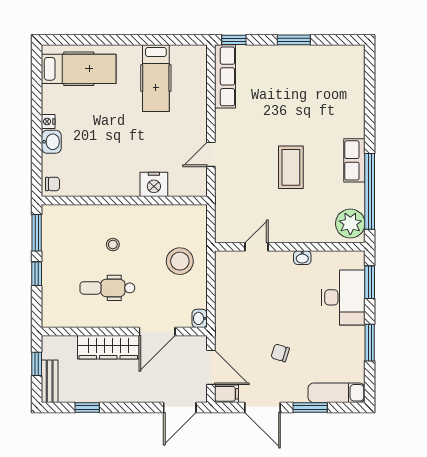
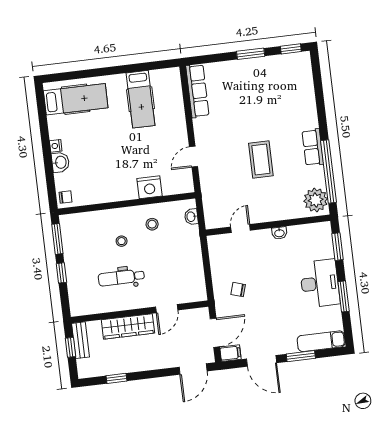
window: (234, 40) -> (291, 49), moved
stool: (180, 261) -> (152, 224), moved, width x0.53, depth x0.53
desk: (343, 297) -> (320, 283), moved
washbasin: (200, 318) -> (191, 217), moved
door: (157, 331) -> (167, 309), width x0.73
chair: (280, 353) -> (238, 290), moved
door: (211, 367) -> (215, 333), hinge flipped
bench: (50, 381) -> (80, 340), moved

